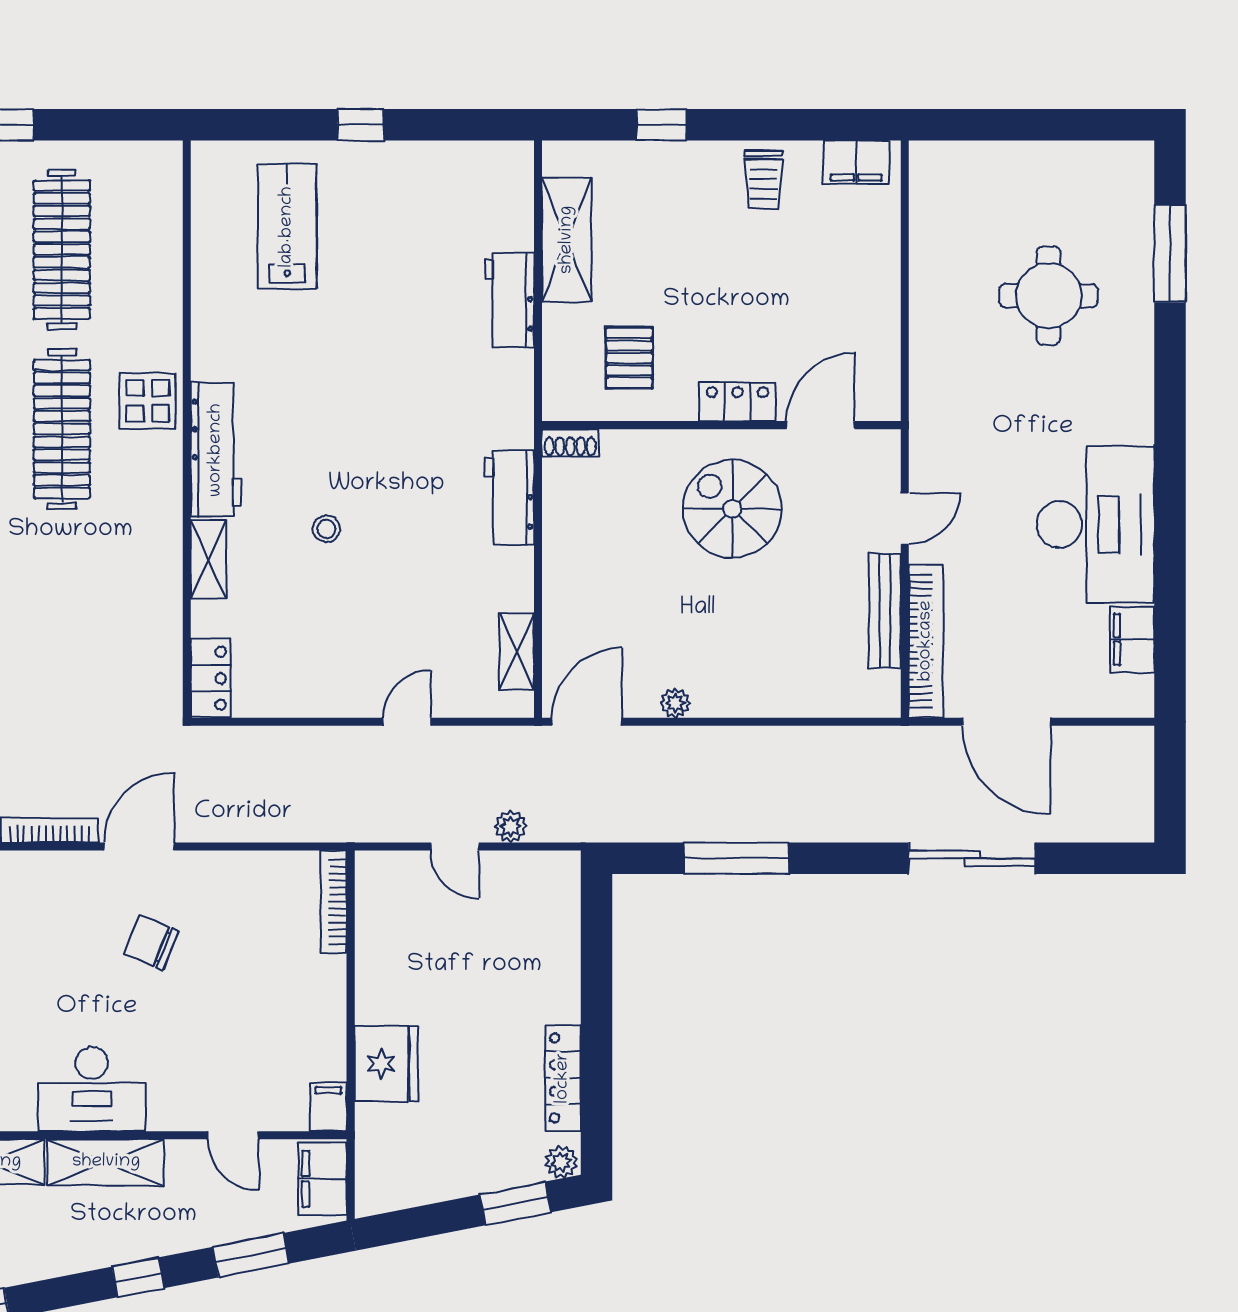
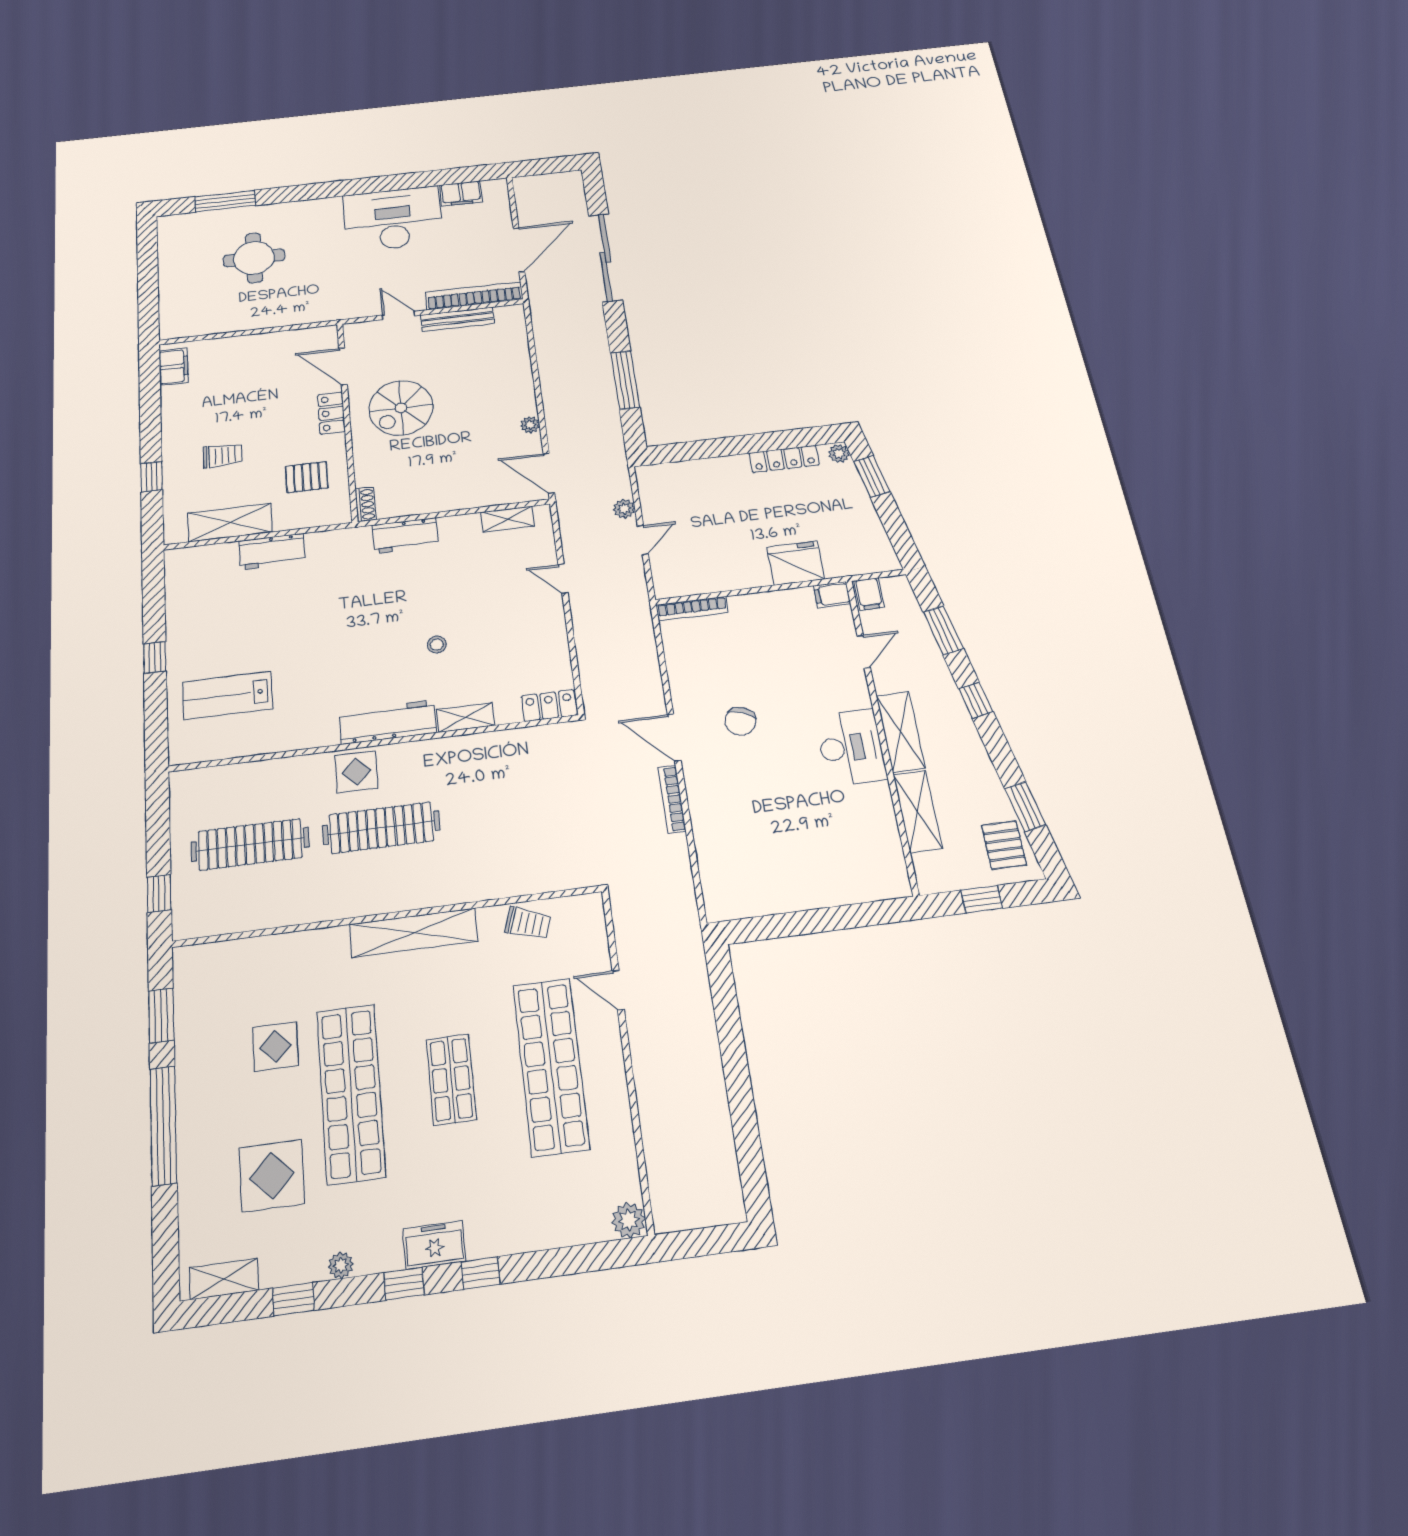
trolley: (763, 180) -> (223, 455), moved
sliding door: (972, 858) -> (605, 257), width x1.36
filing cabinet: (323, 1179) -> (869, 594), width x0.50

